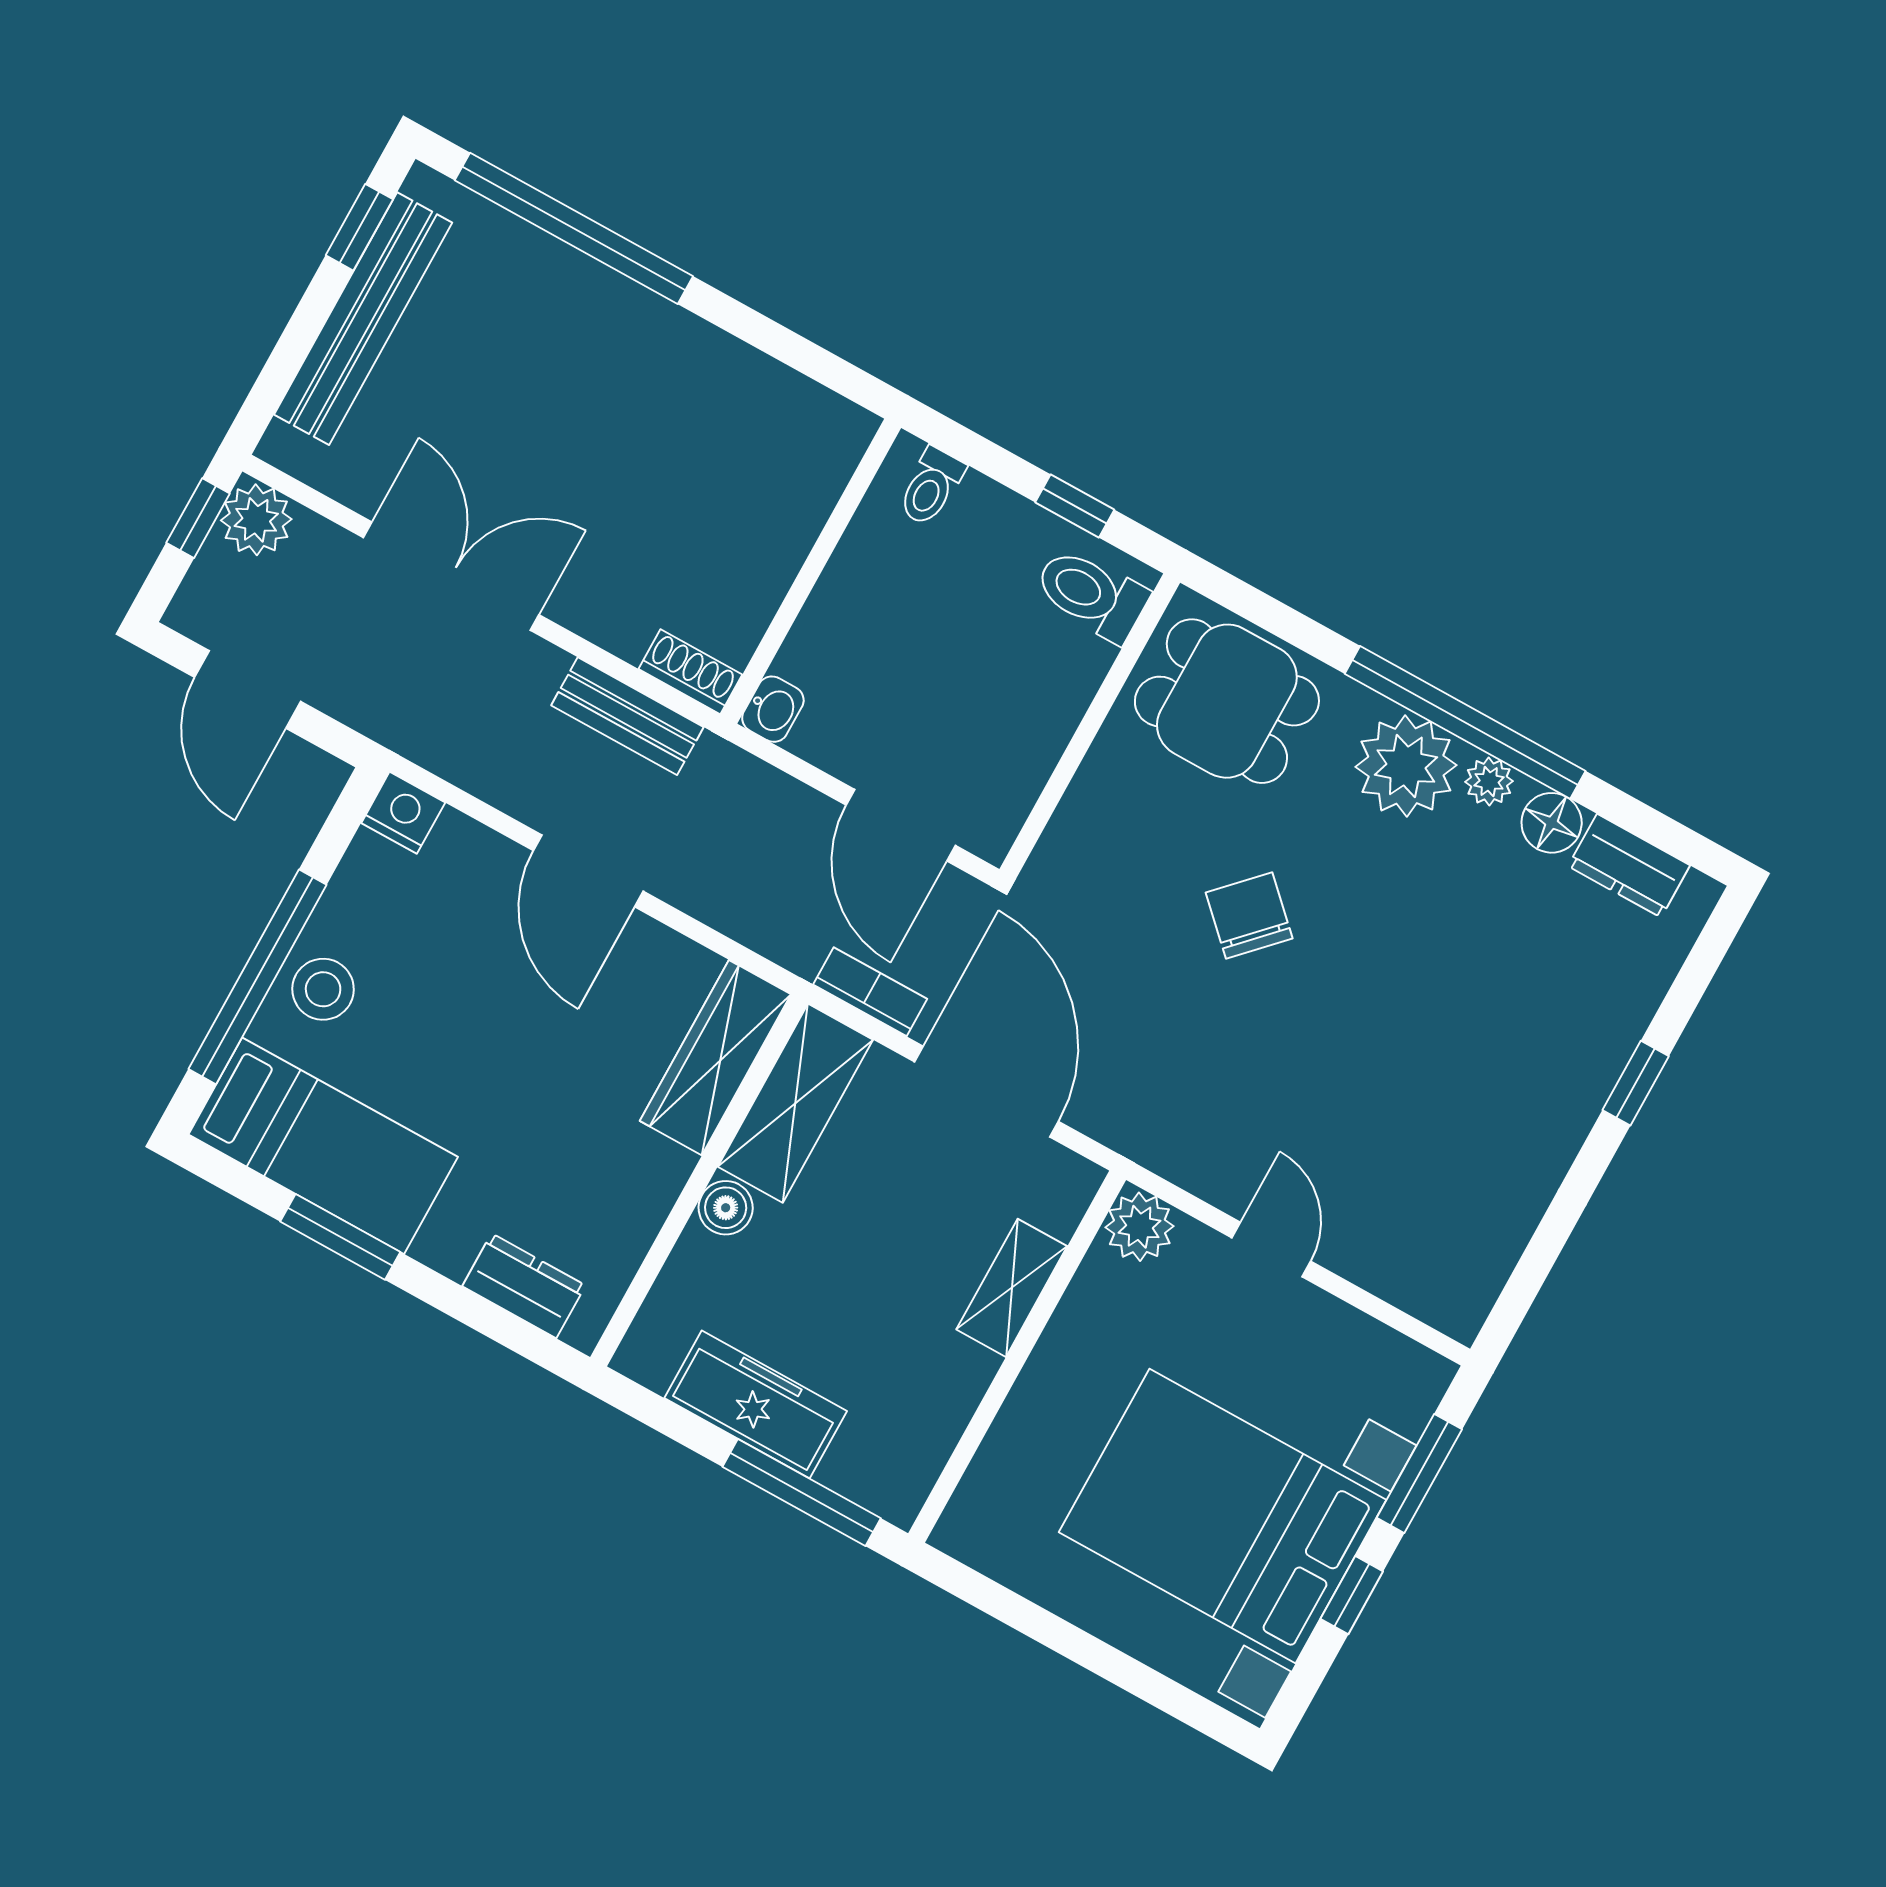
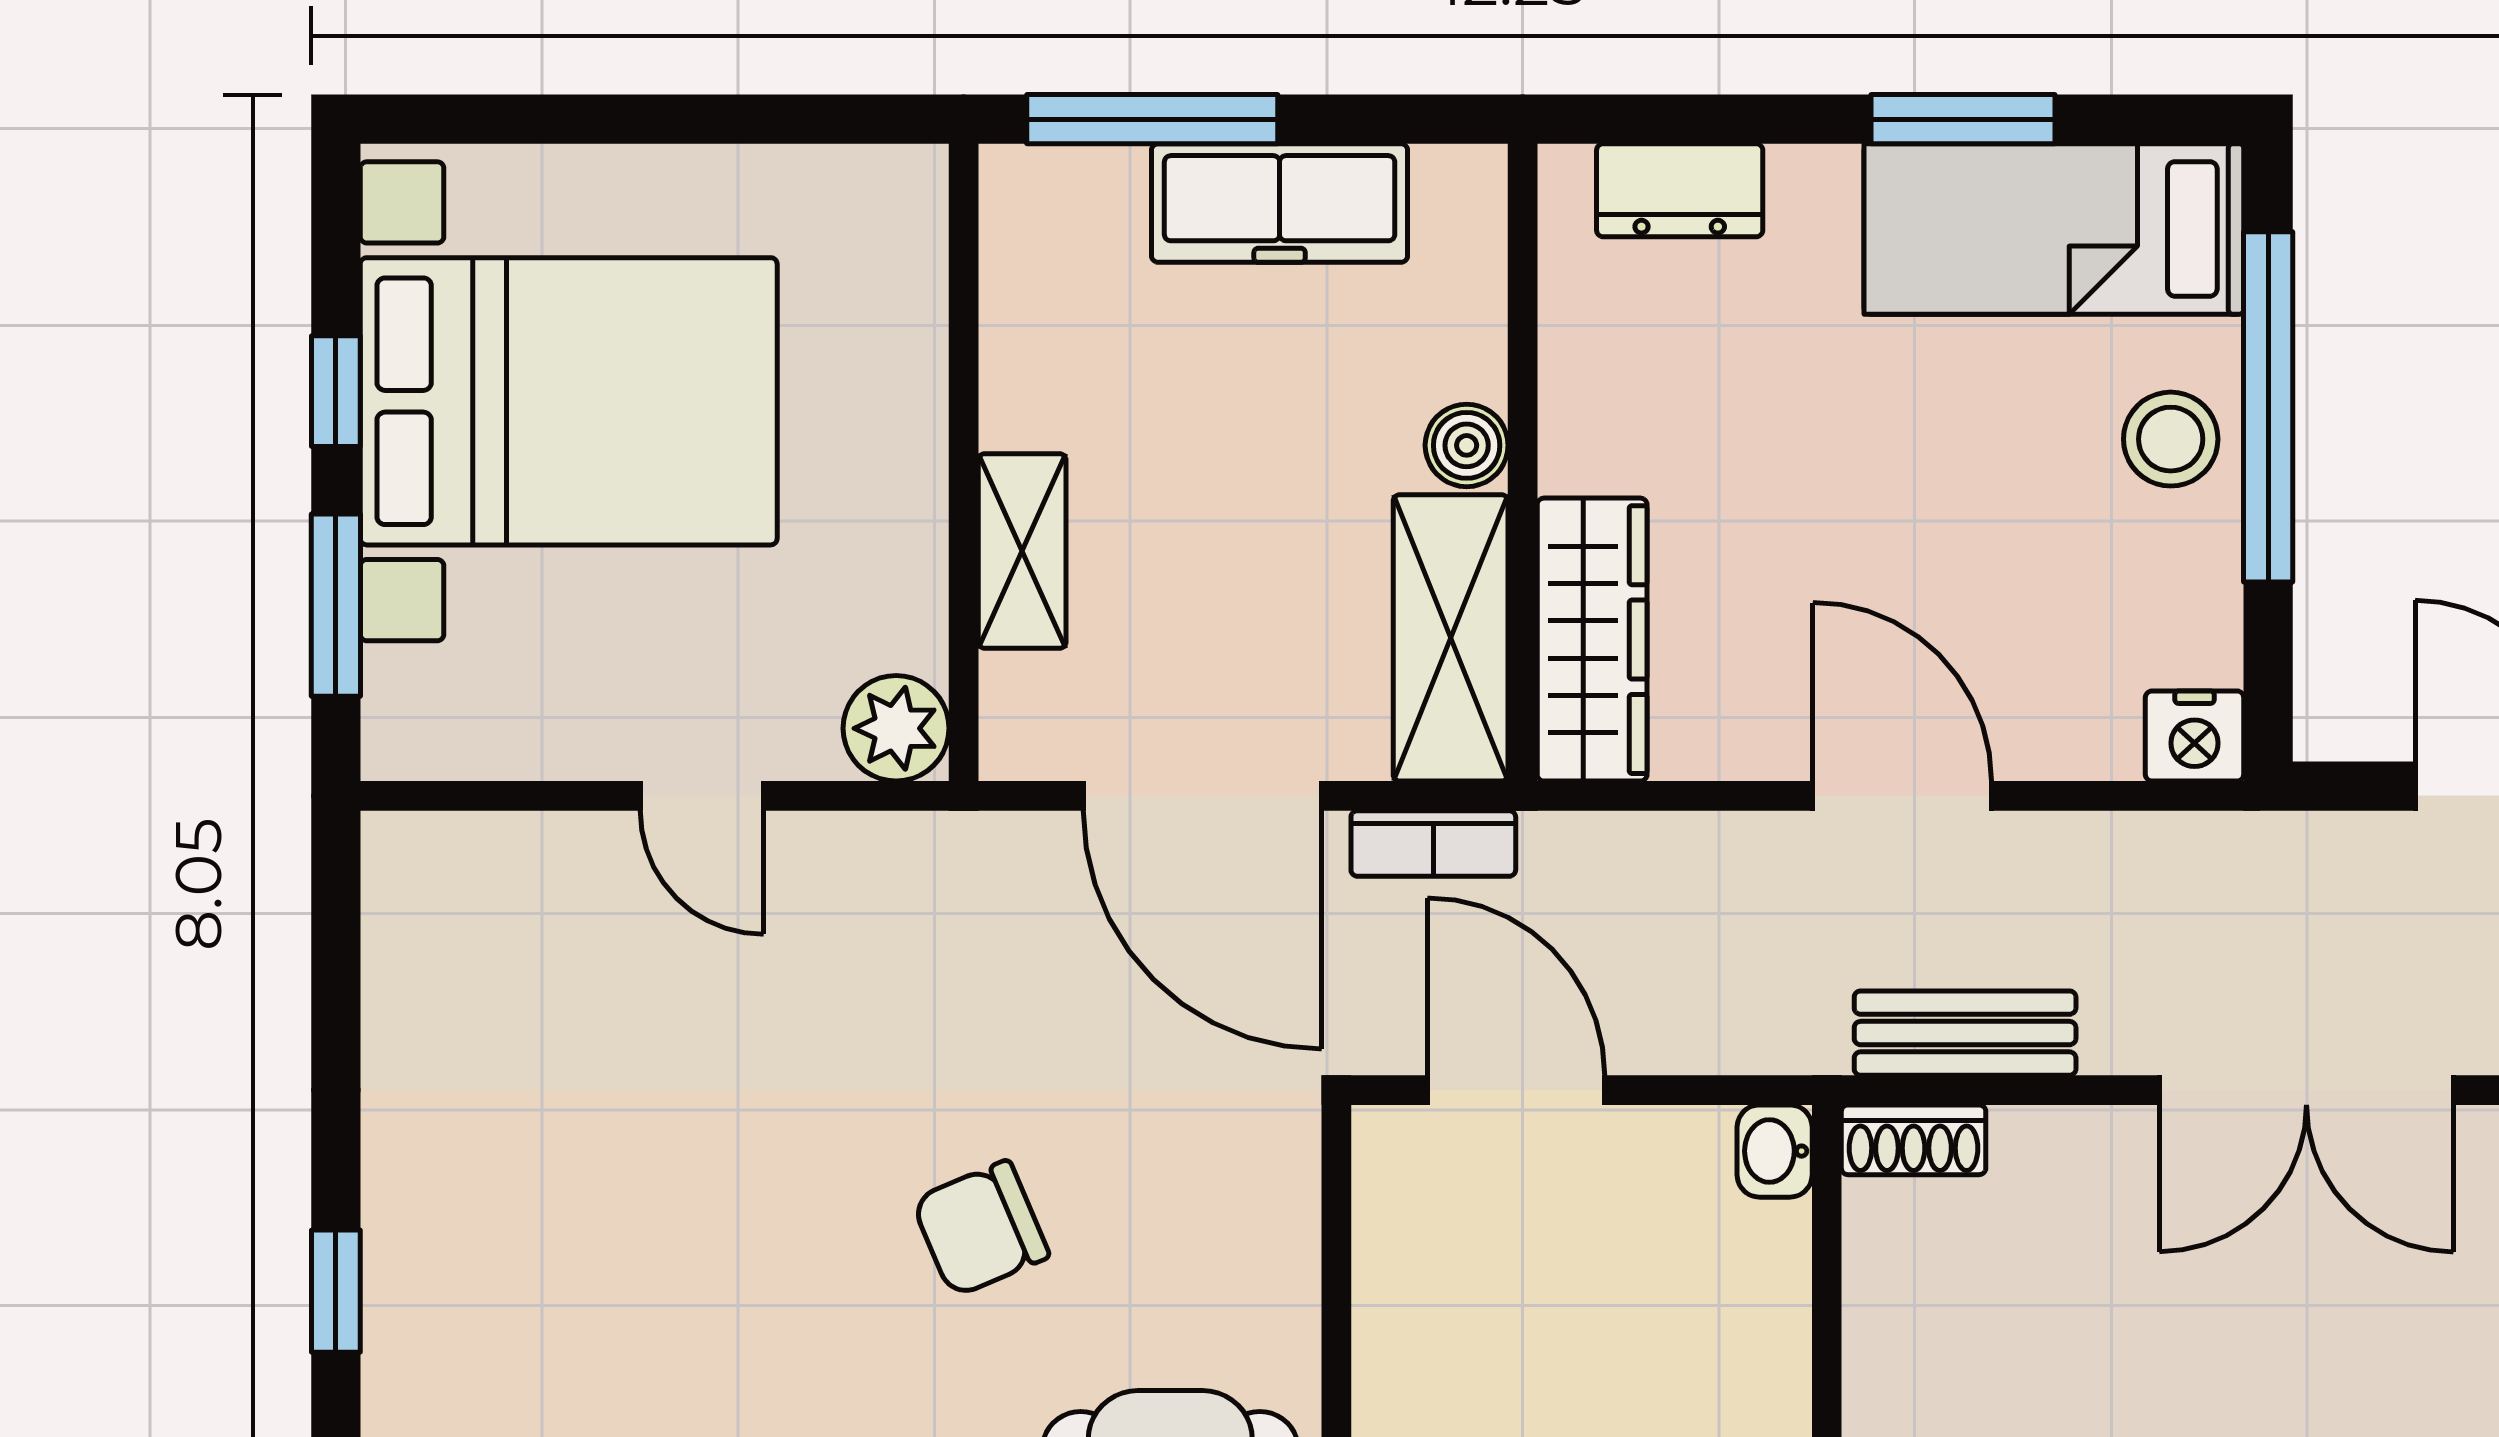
chair: (1249, 915) -> (981, 1228), turned 113

